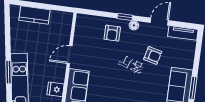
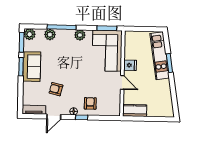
kitchen counter: (35, 15) -> (135, 111), moved
door: (70, 55) -> (122, 82), hinge flipped
fridge: (56, 89) -> (130, 65), moved

